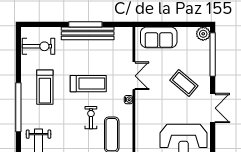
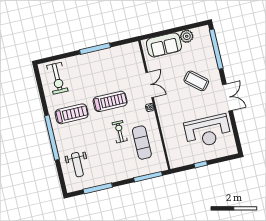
bench: (88, 33) -> (99, 56), removed
plant: (203, 34) -> (187, 36), moved
exercise bike: (39, 46) -> (57, 78), turned 90
treadmill: (45, 87) -> (72, 114), turned -90

